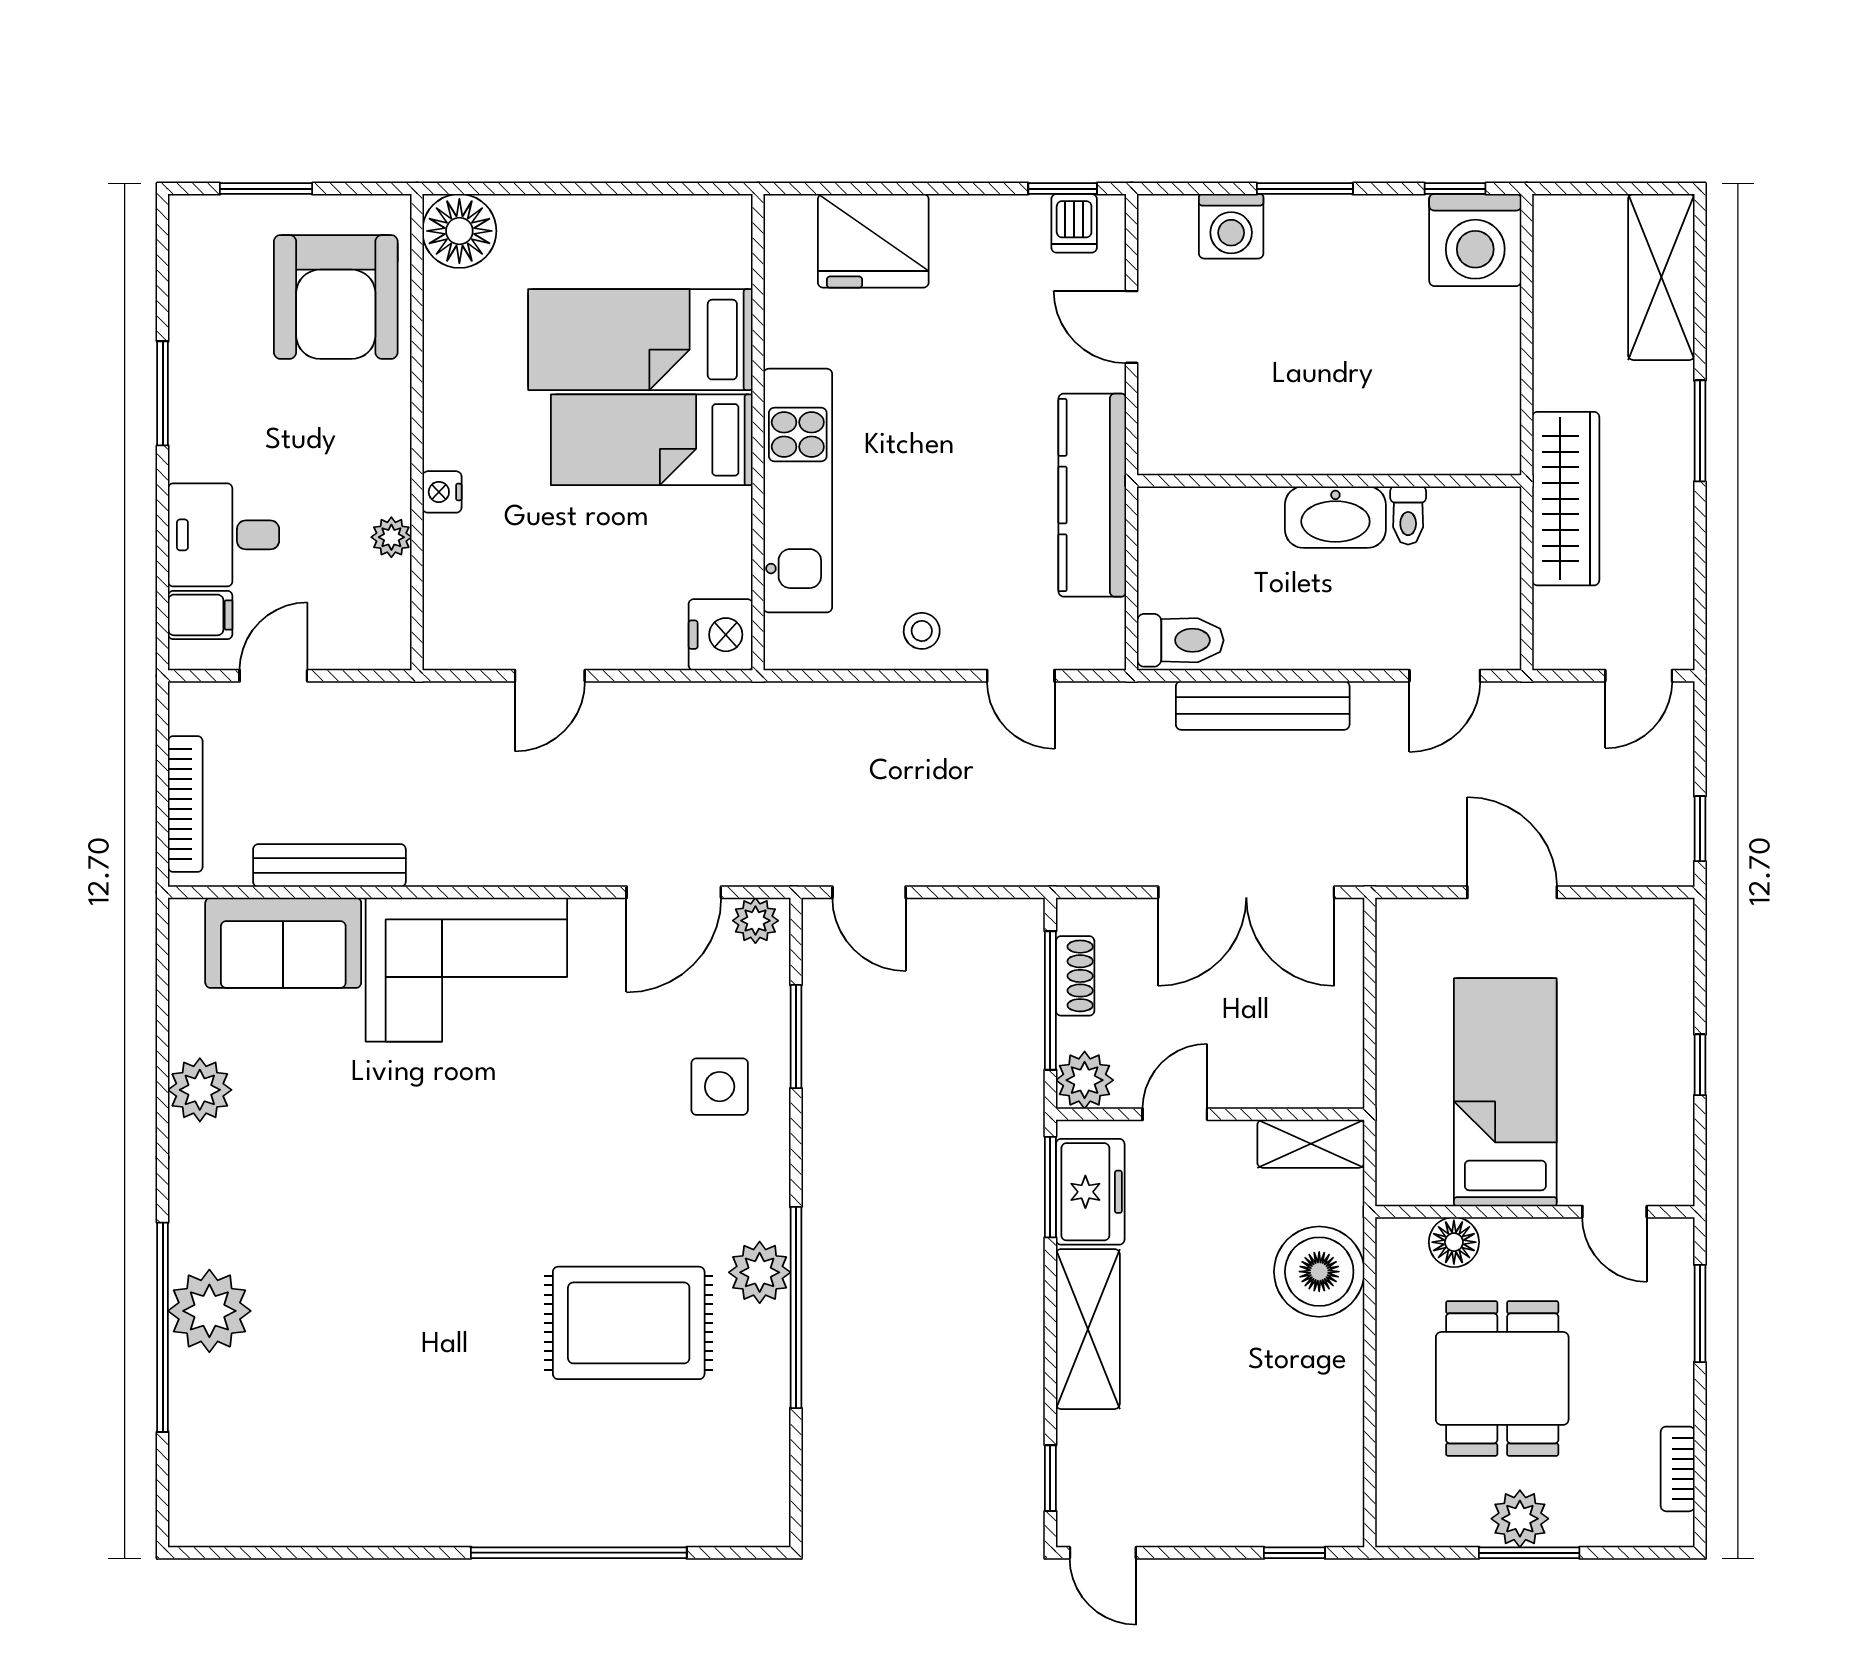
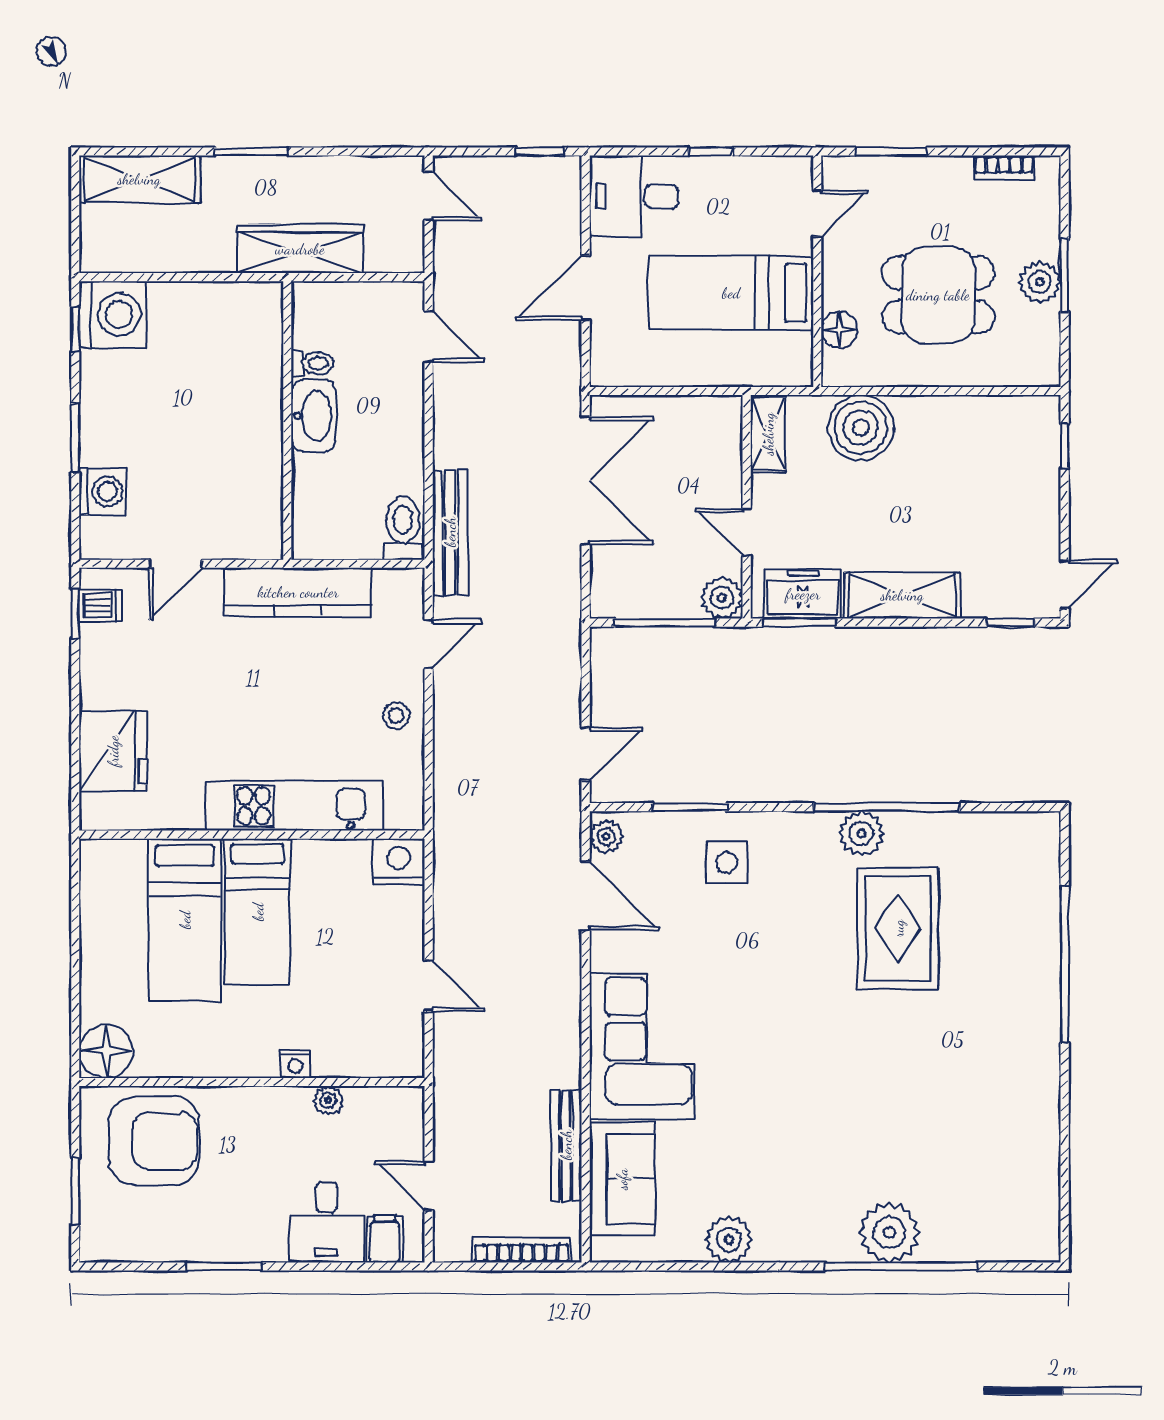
bench: (1263, 705) -> (450, 532), moved
desk: (1638, 959) -> (634, 197), added
shoe rack: (1075, 976) -> (646, 605), removed

